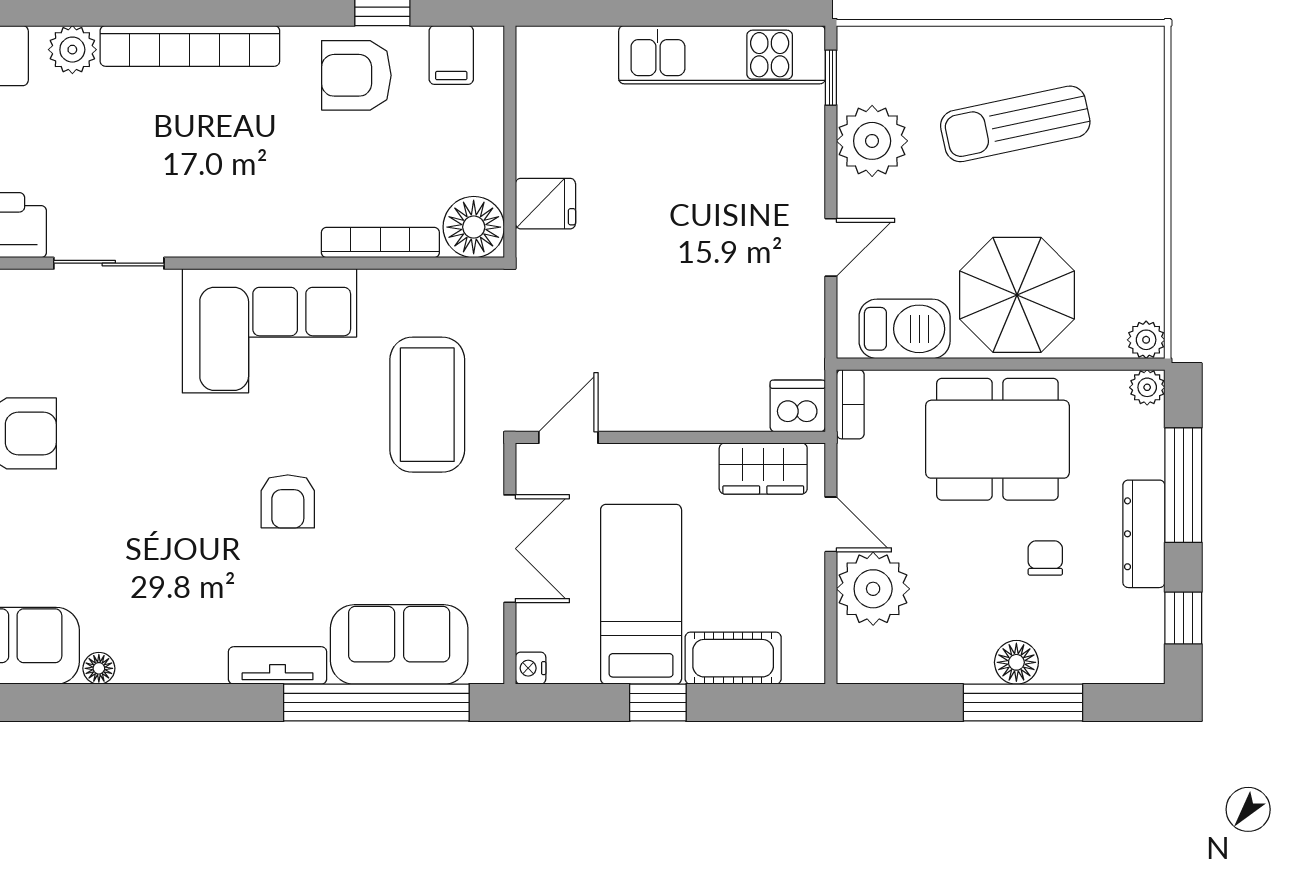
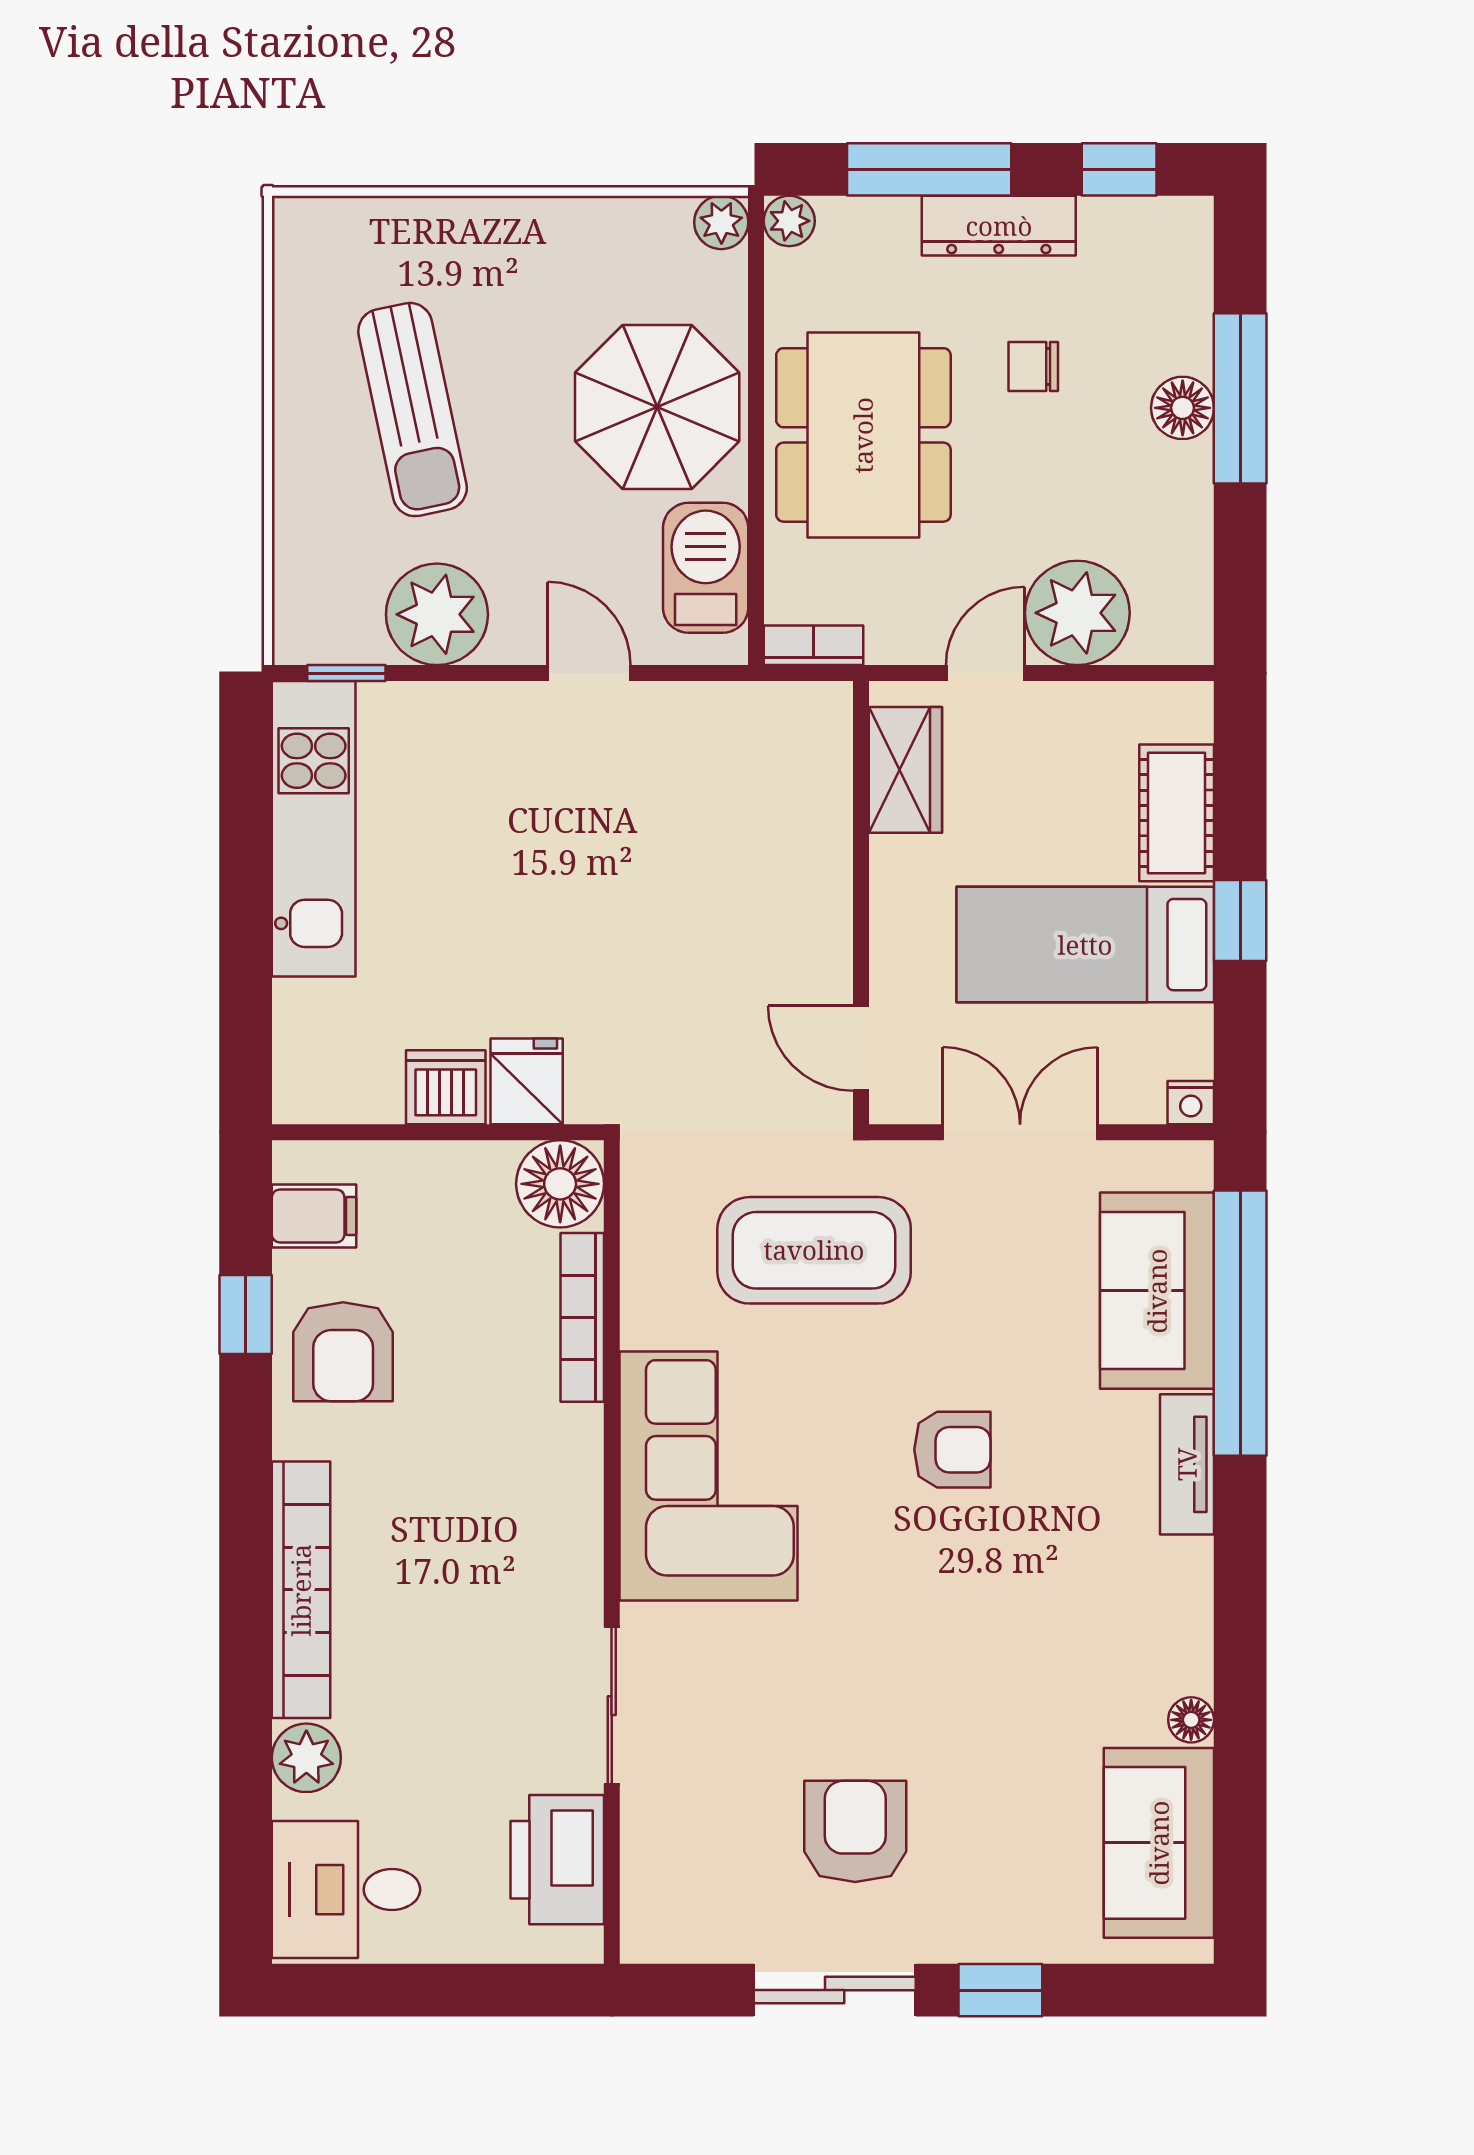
dishwasher: (798, 406) -> (446, 1087), moved, turned 90

